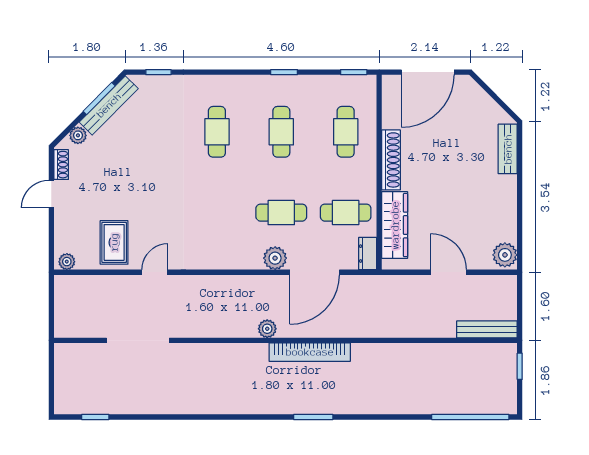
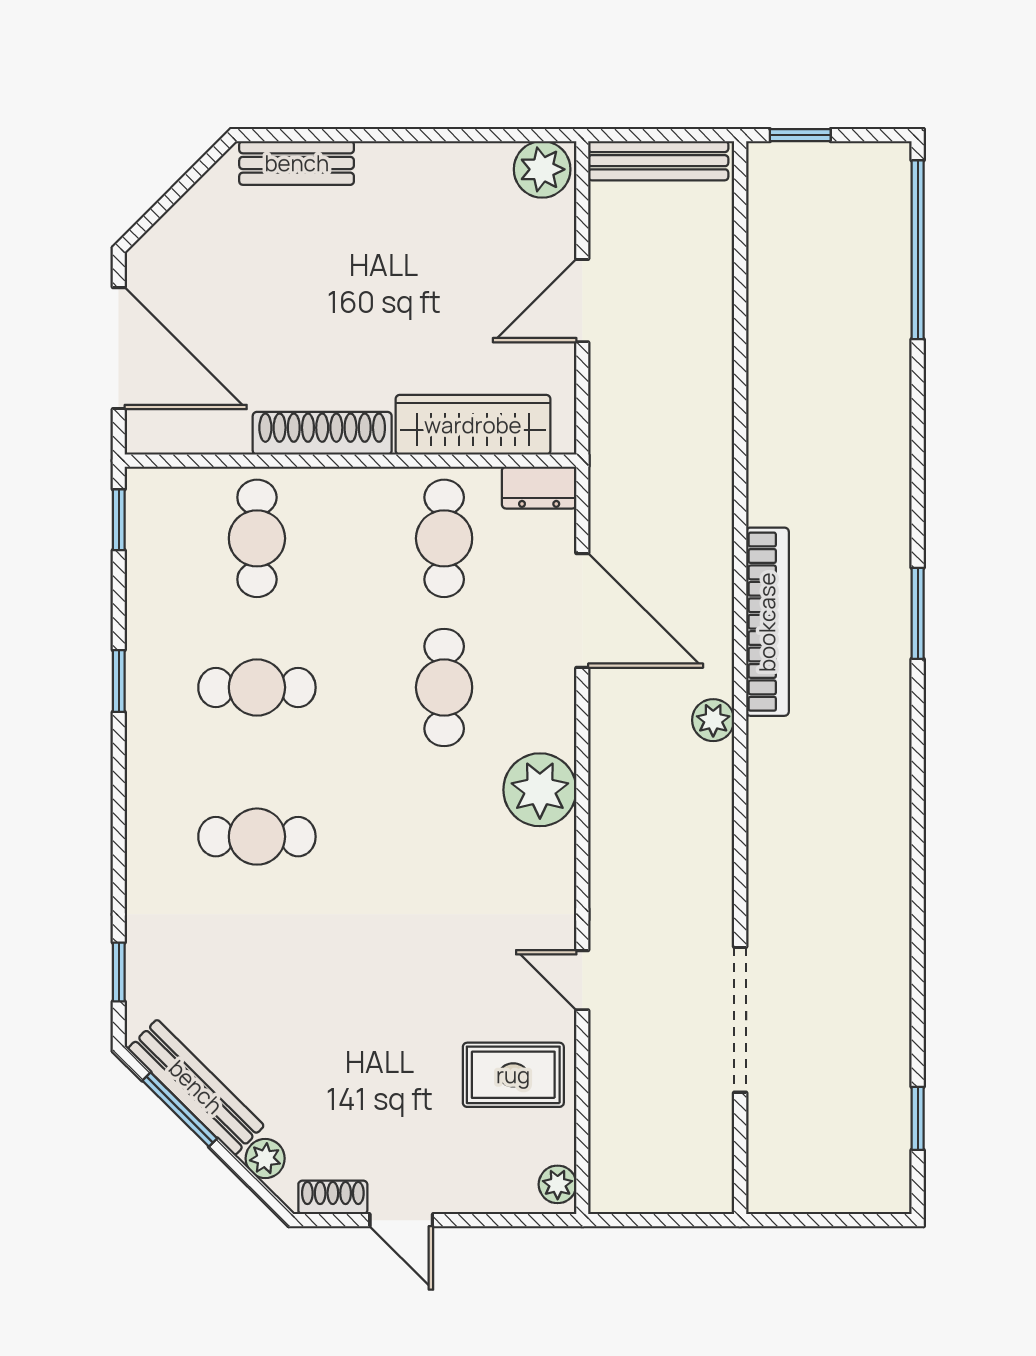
cafe table: (346, 132) -> (257, 538), turned 90
plant: (275, 258) -> (540, 790), moved, width x1.36, depth x1.36
bench: (487, 329) -> (658, 161), moved, turned 90

